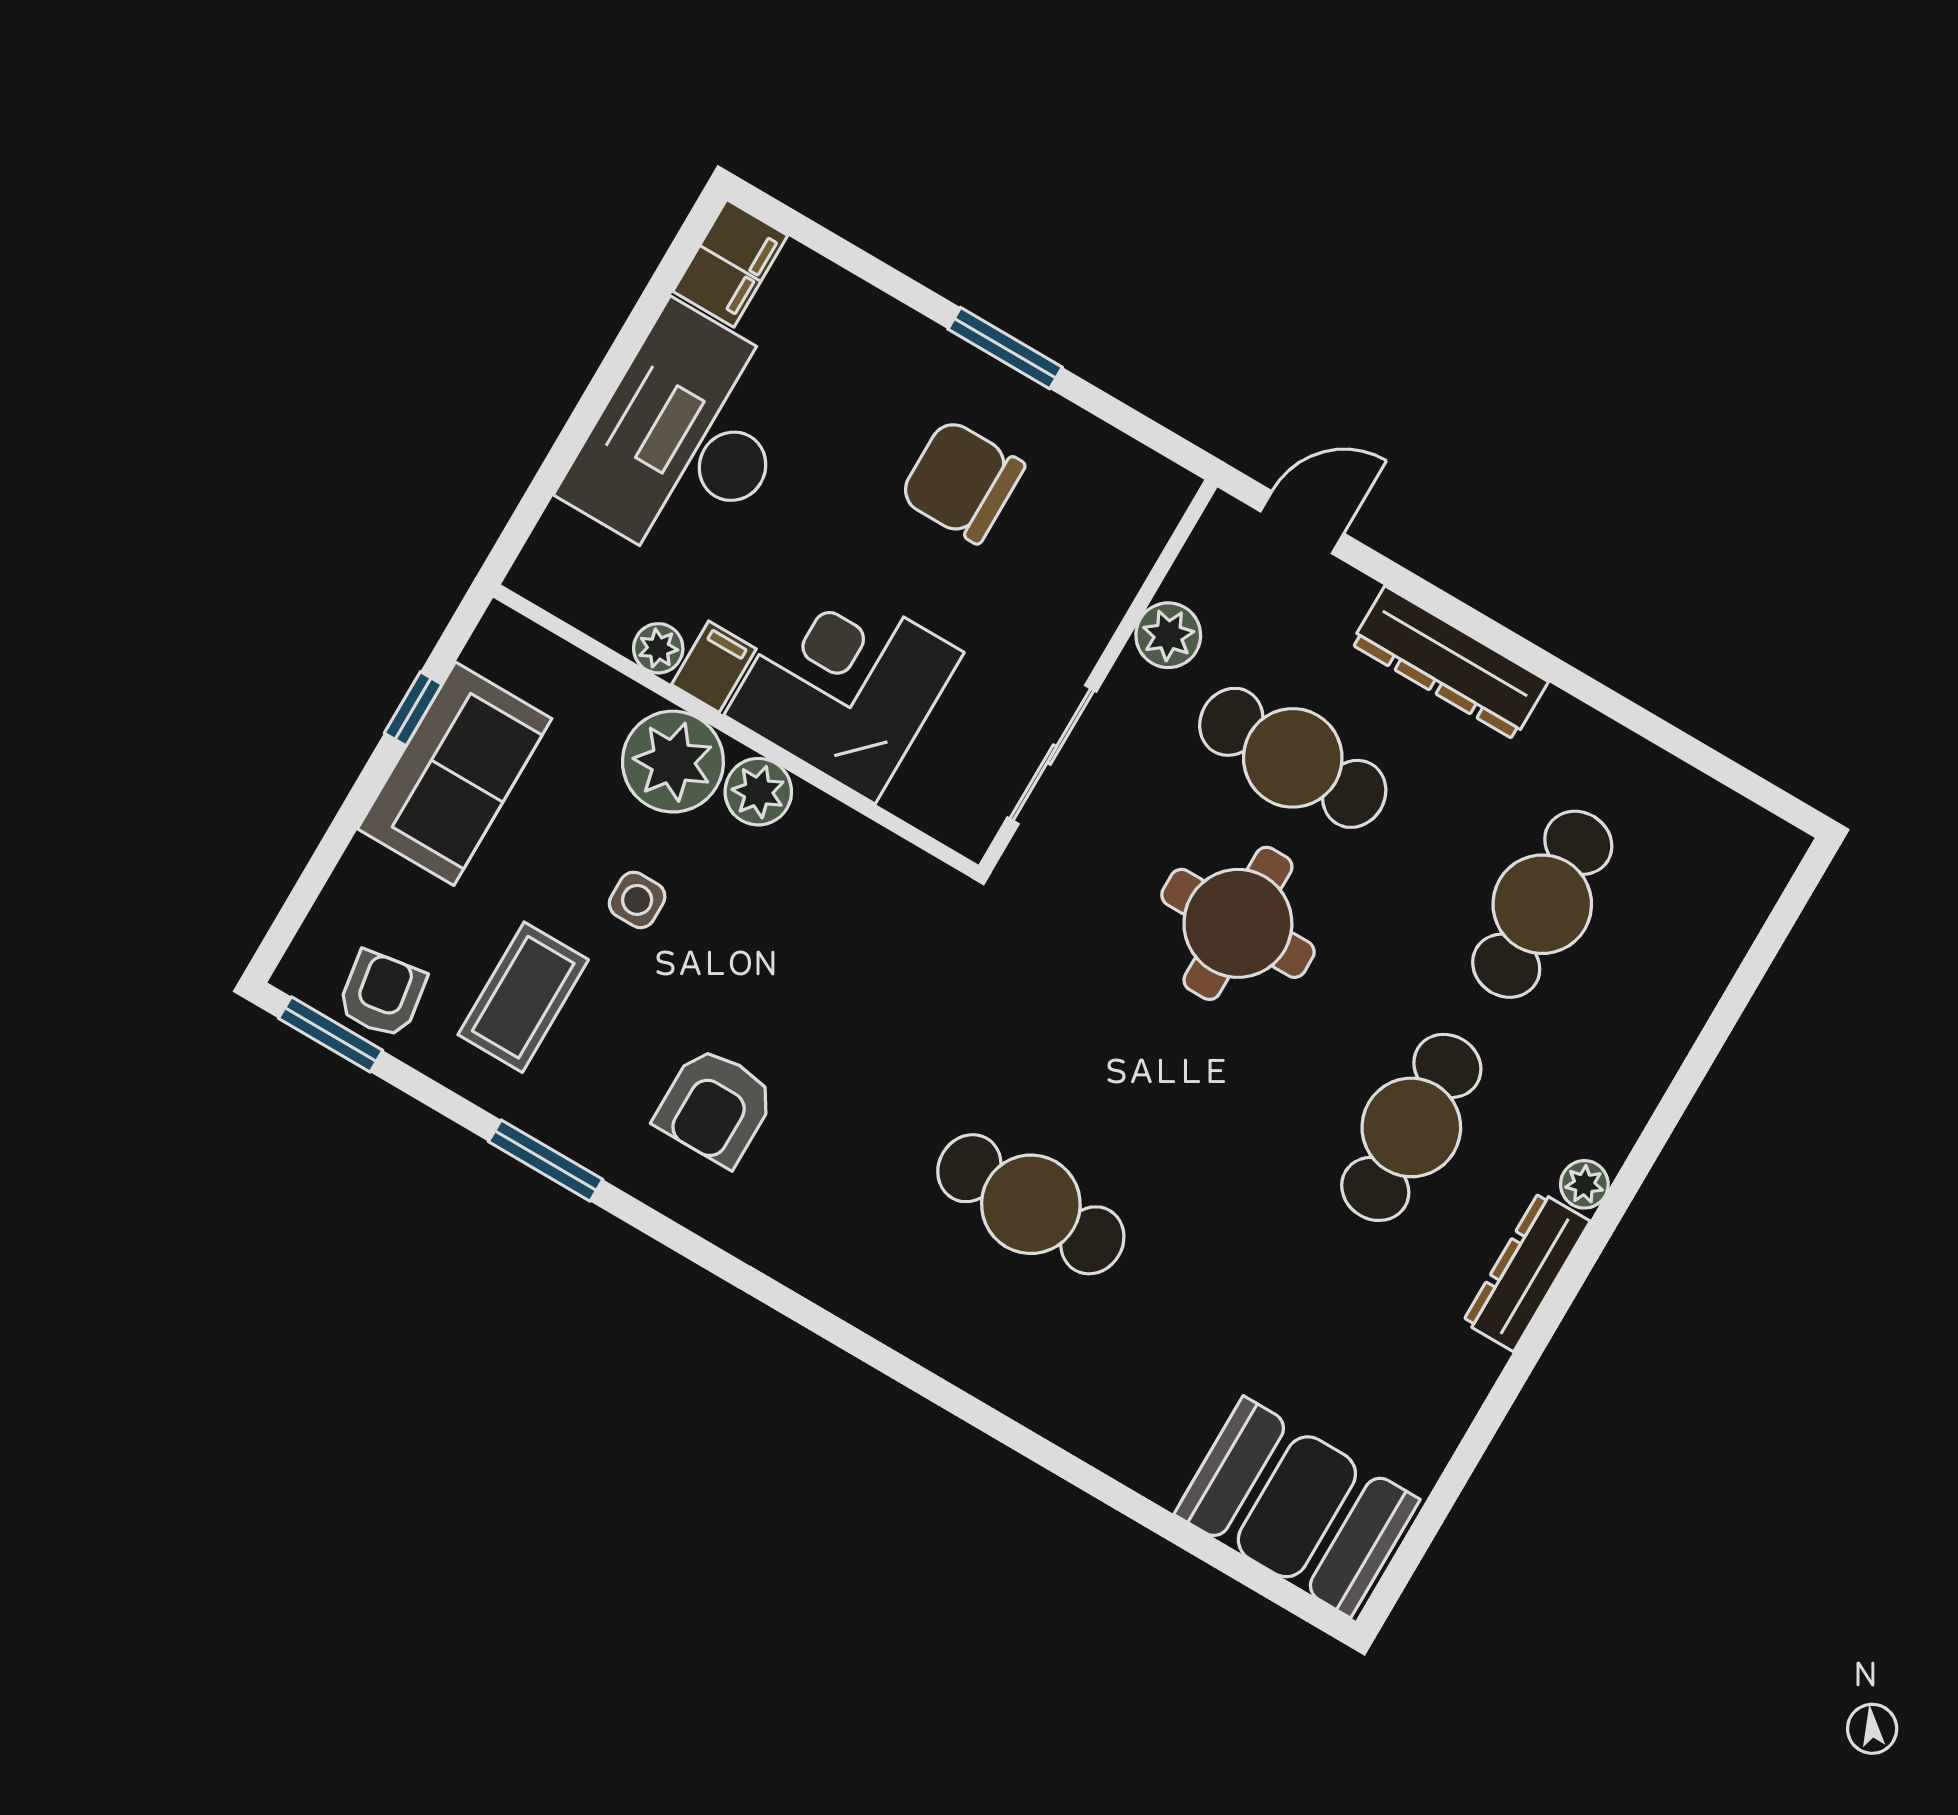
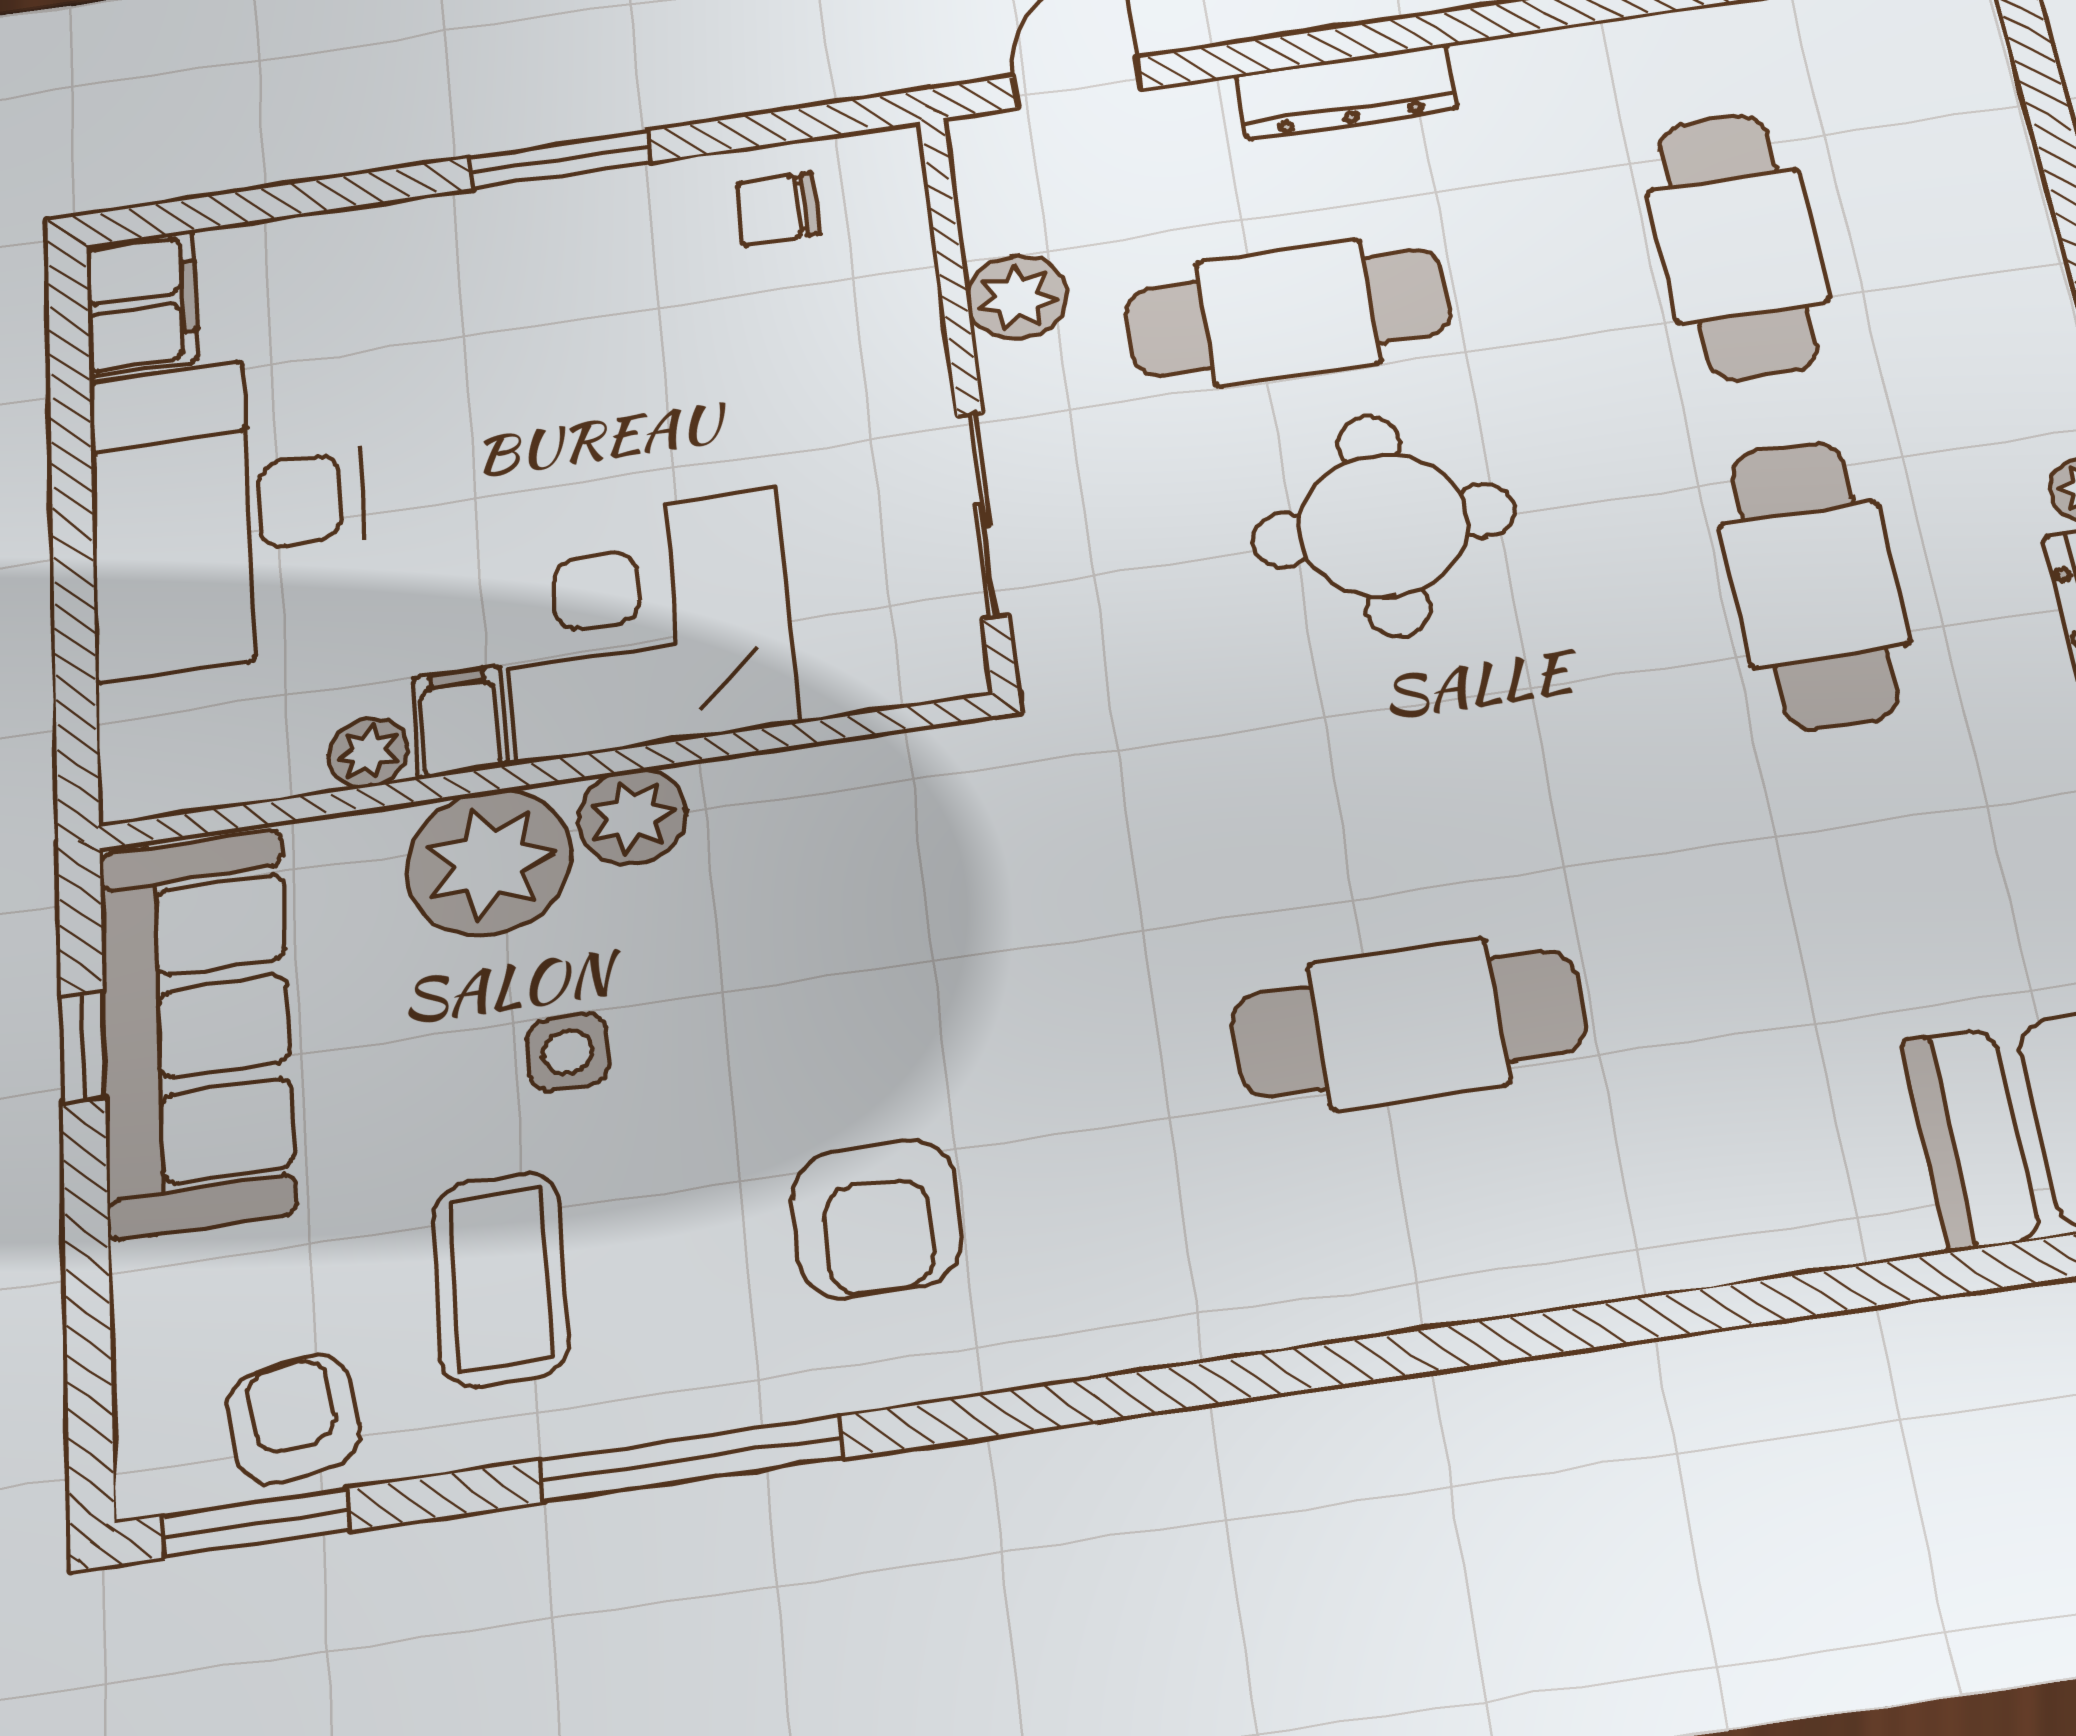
chair: (962, 481) -> (778, 209), moved, width x0.54, depth x0.54
dresser: (1450, 663) -> (1346, 92), width x0.73, depth x0.80
sofa: (455, 774) -> (196, 1030), width x1.36
window: (546, 1161) -> (692, 1459), width x1.44

